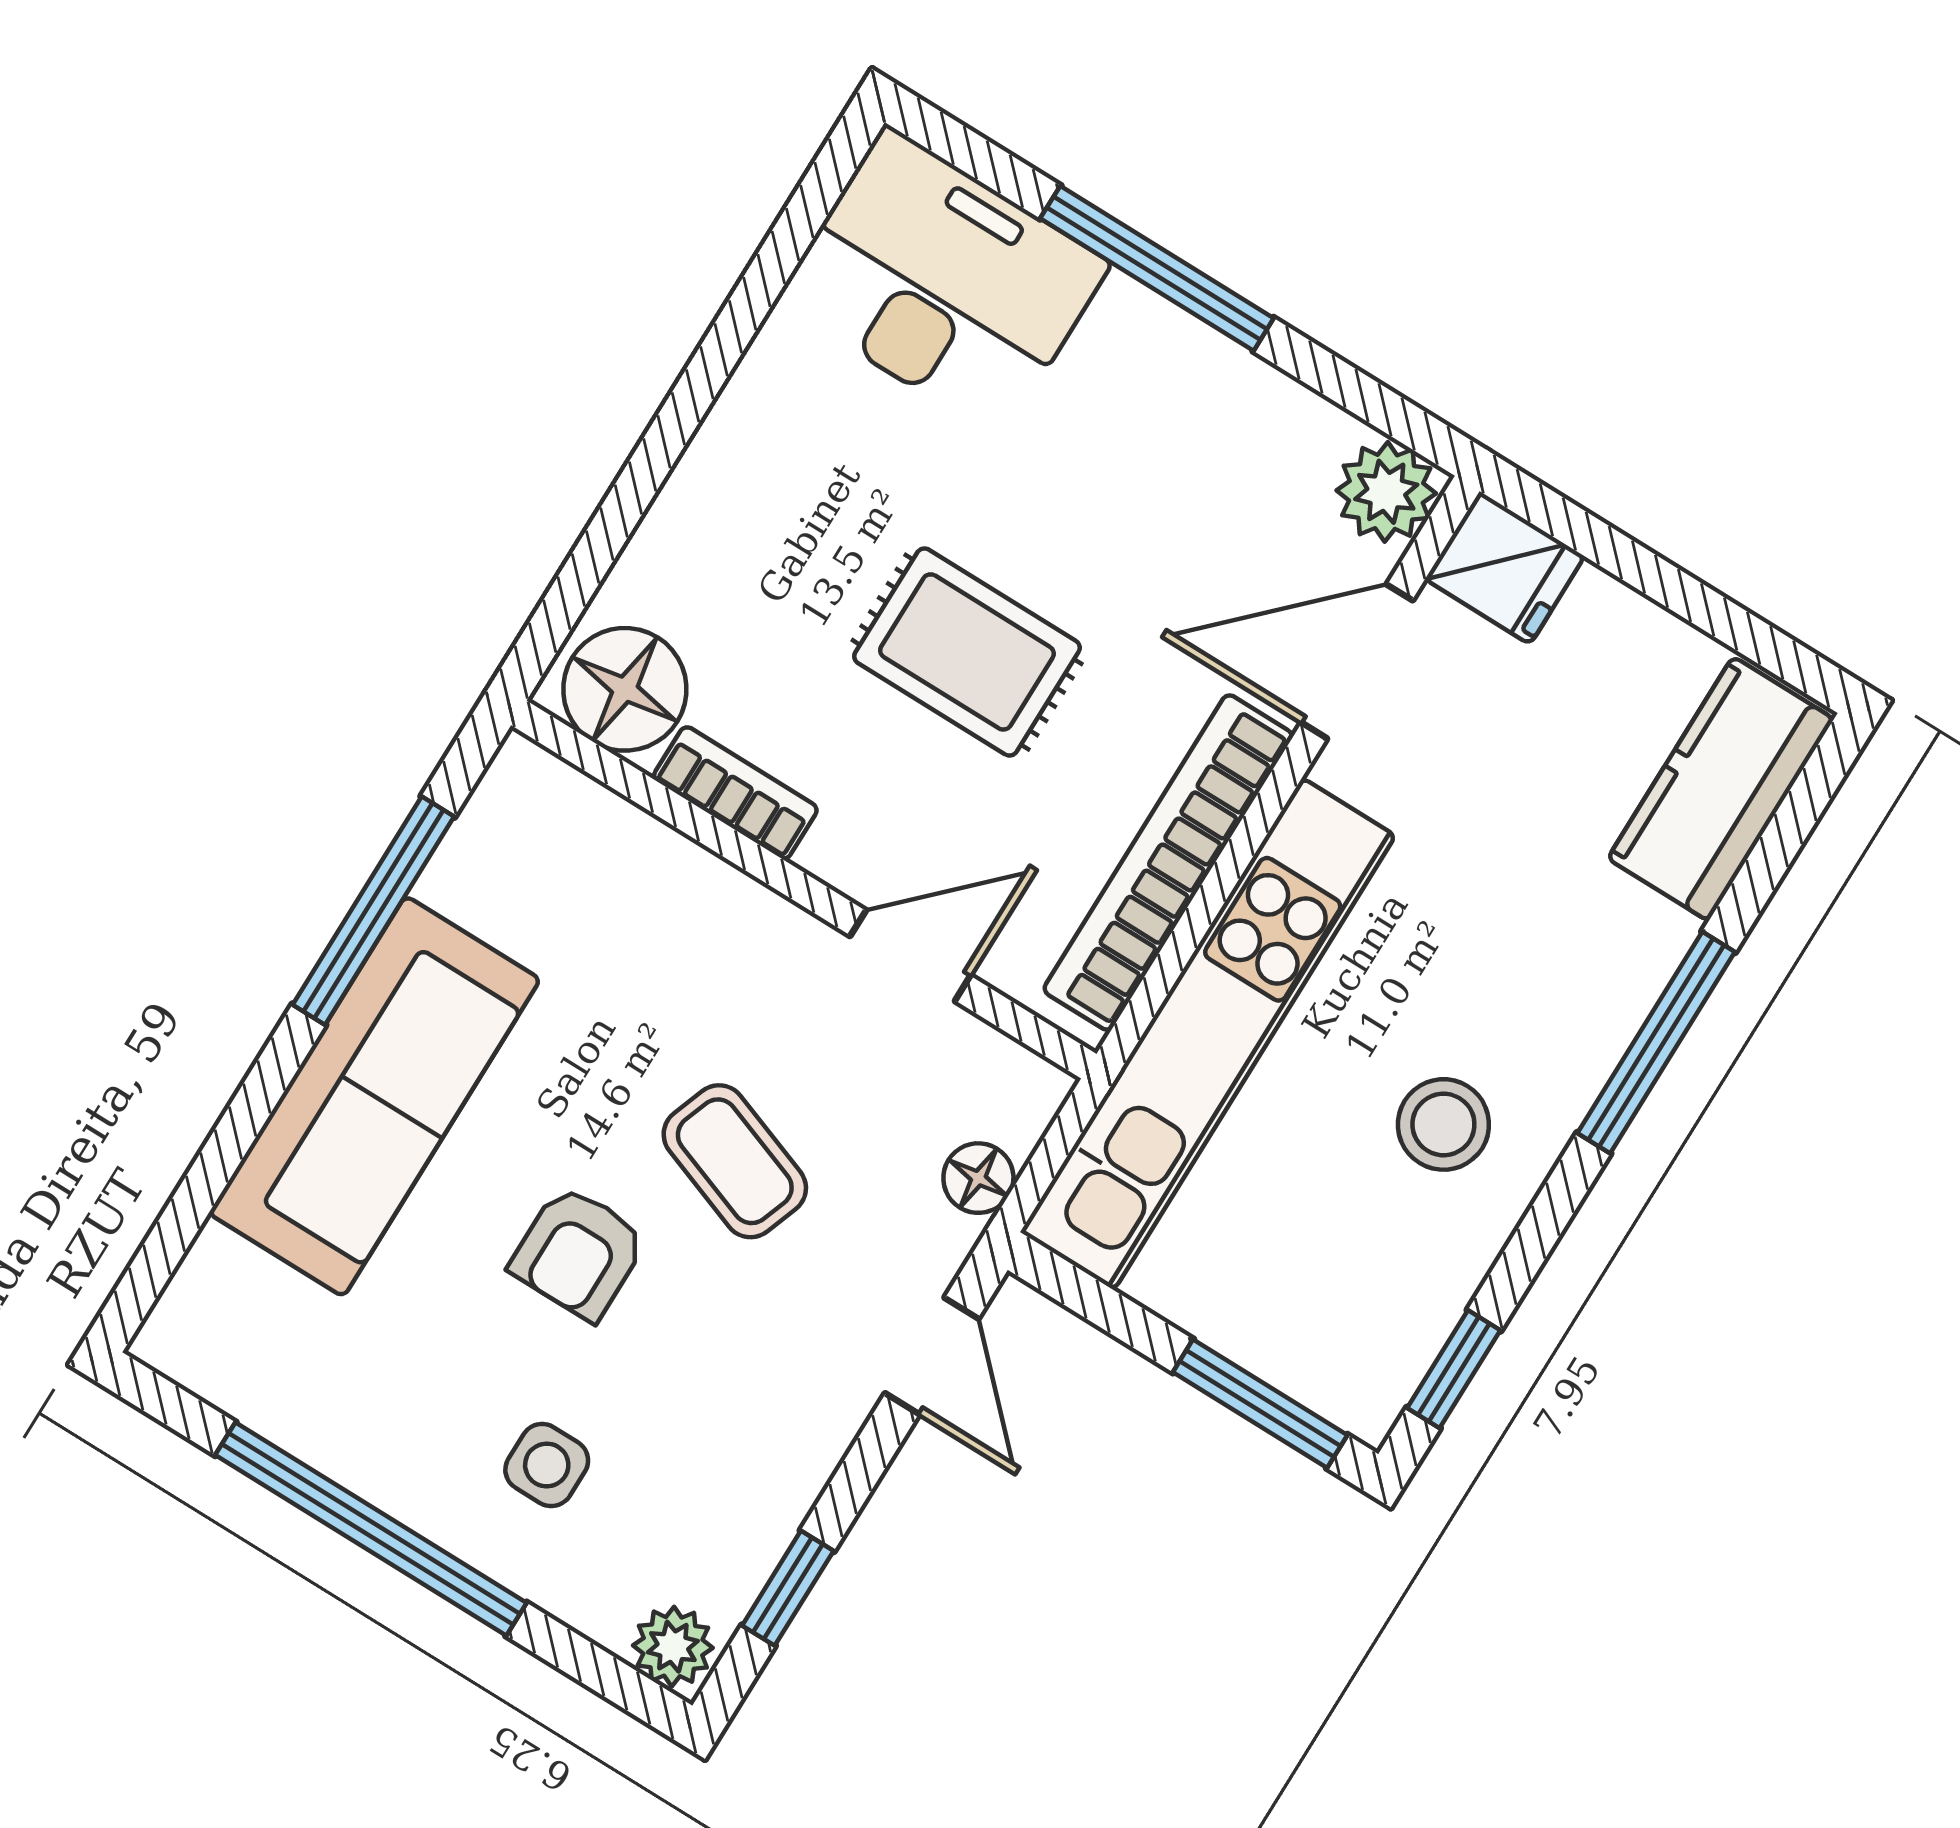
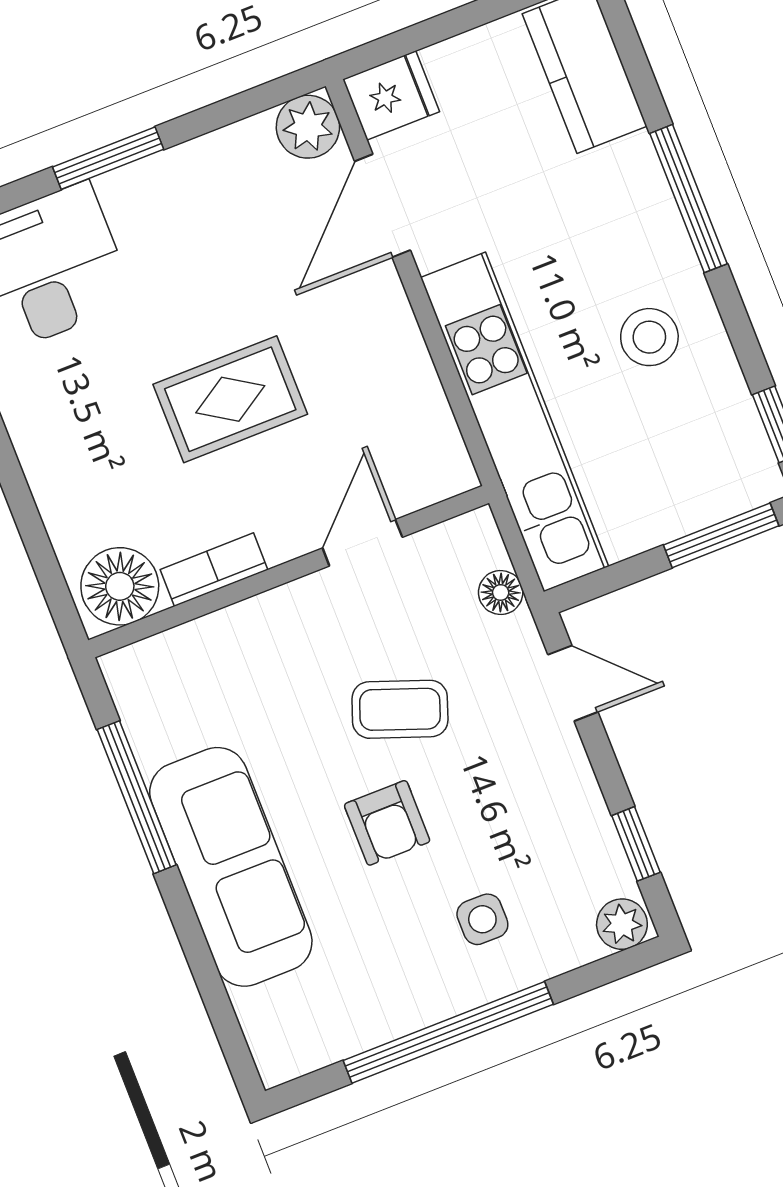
window: (1157, 268) -> (108, 158), width x0.69
bookcase: (1168, 863) -> (413, 377), removed

